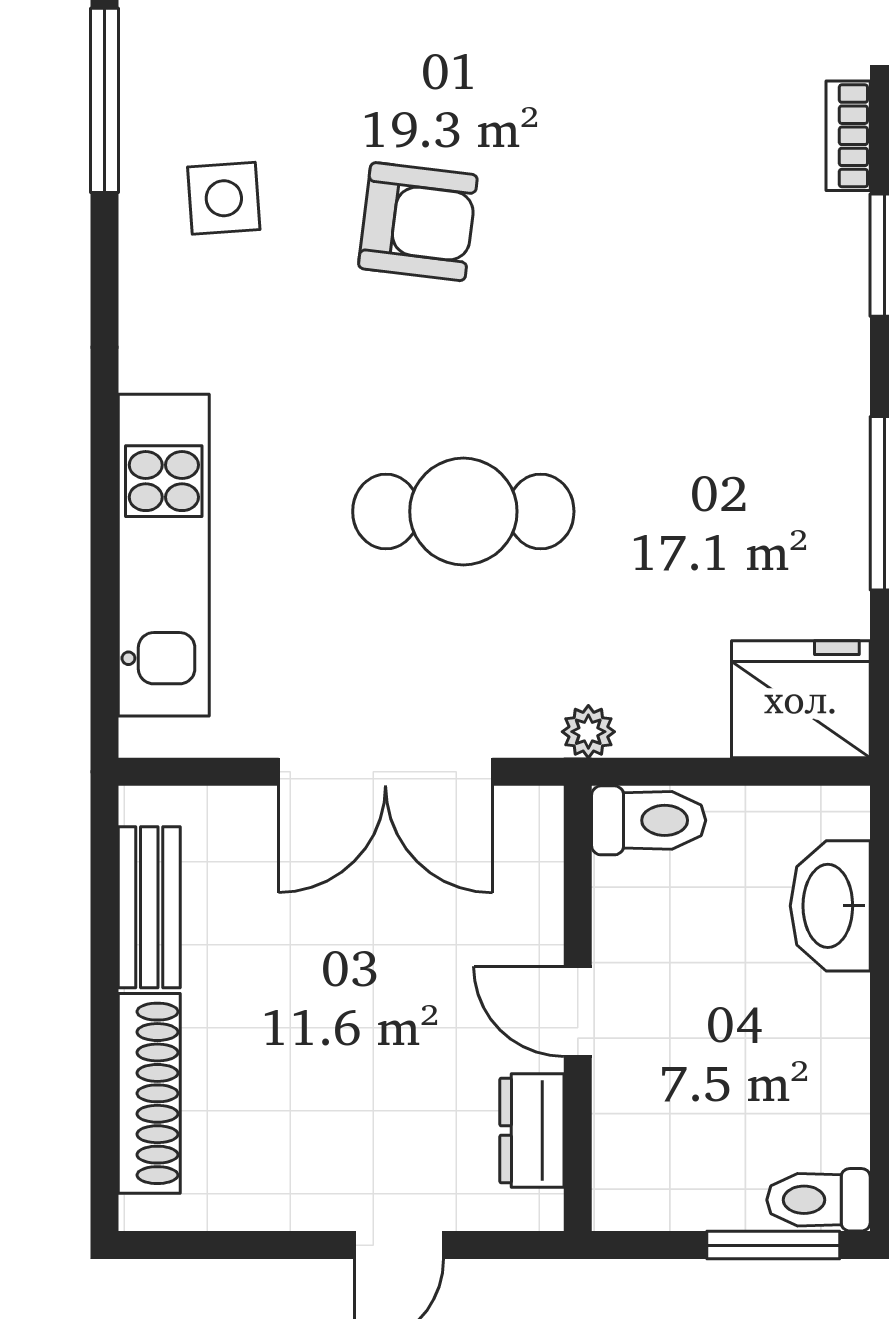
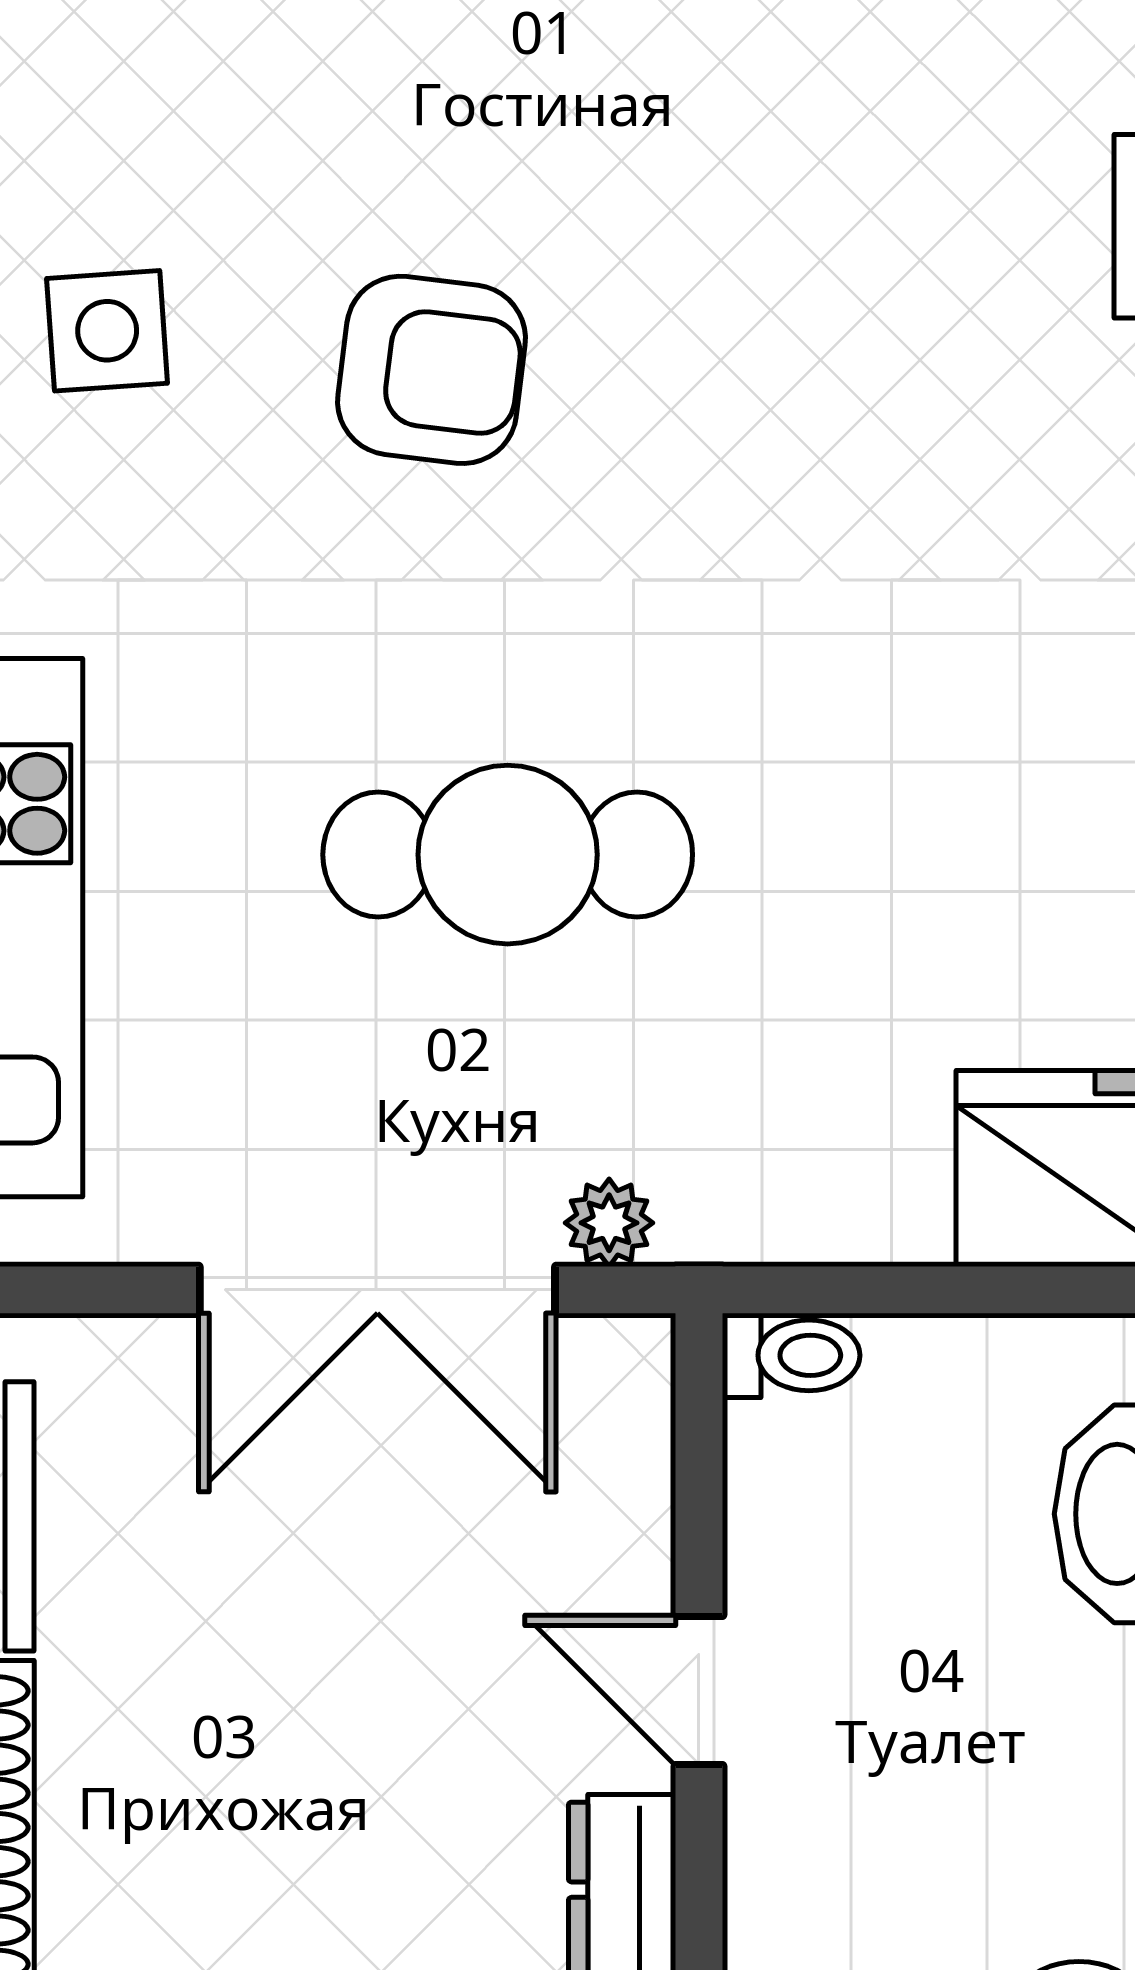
plant: (588, 732) -> (609, 1223), moved
toilet: (649, 820) -> (791, 1355), width x0.73, depth x0.72

